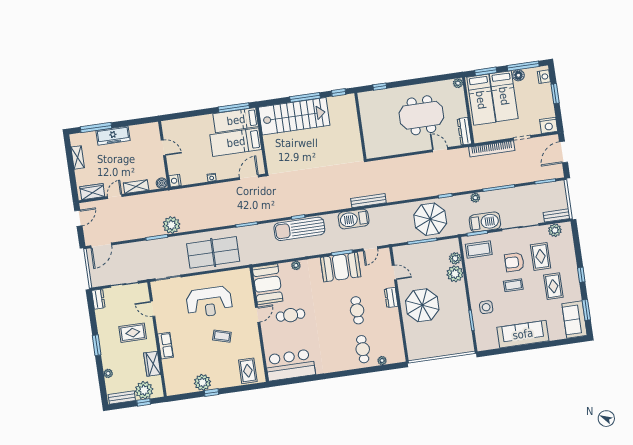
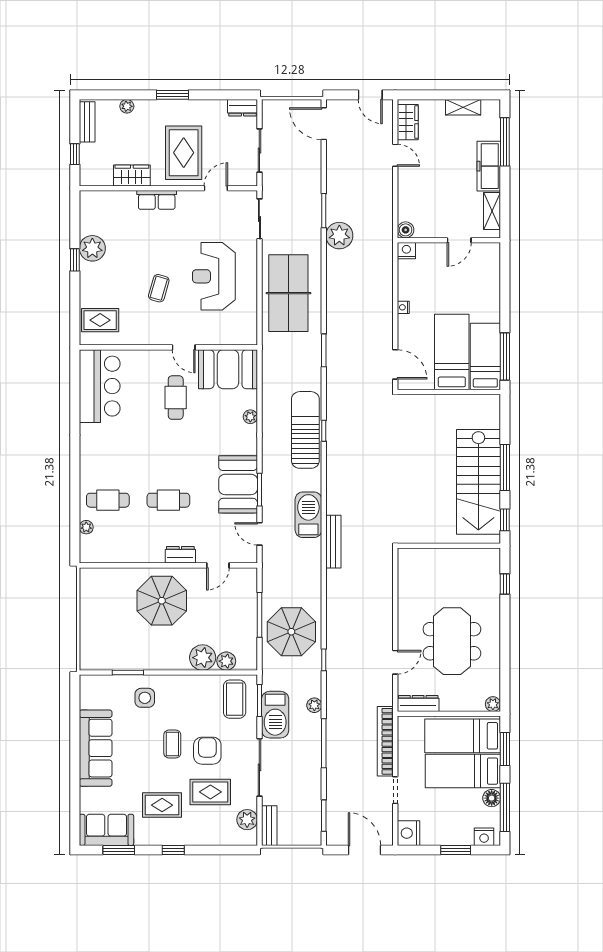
stairs: (294, 116) -> (478, 482), moved
shelving: (136, 187) -> (492, 211), moved
rug: (133, 333) -> (184, 153), width x1.36, depth x1.43
plant: (144, 390) -> (93, 157), removed

